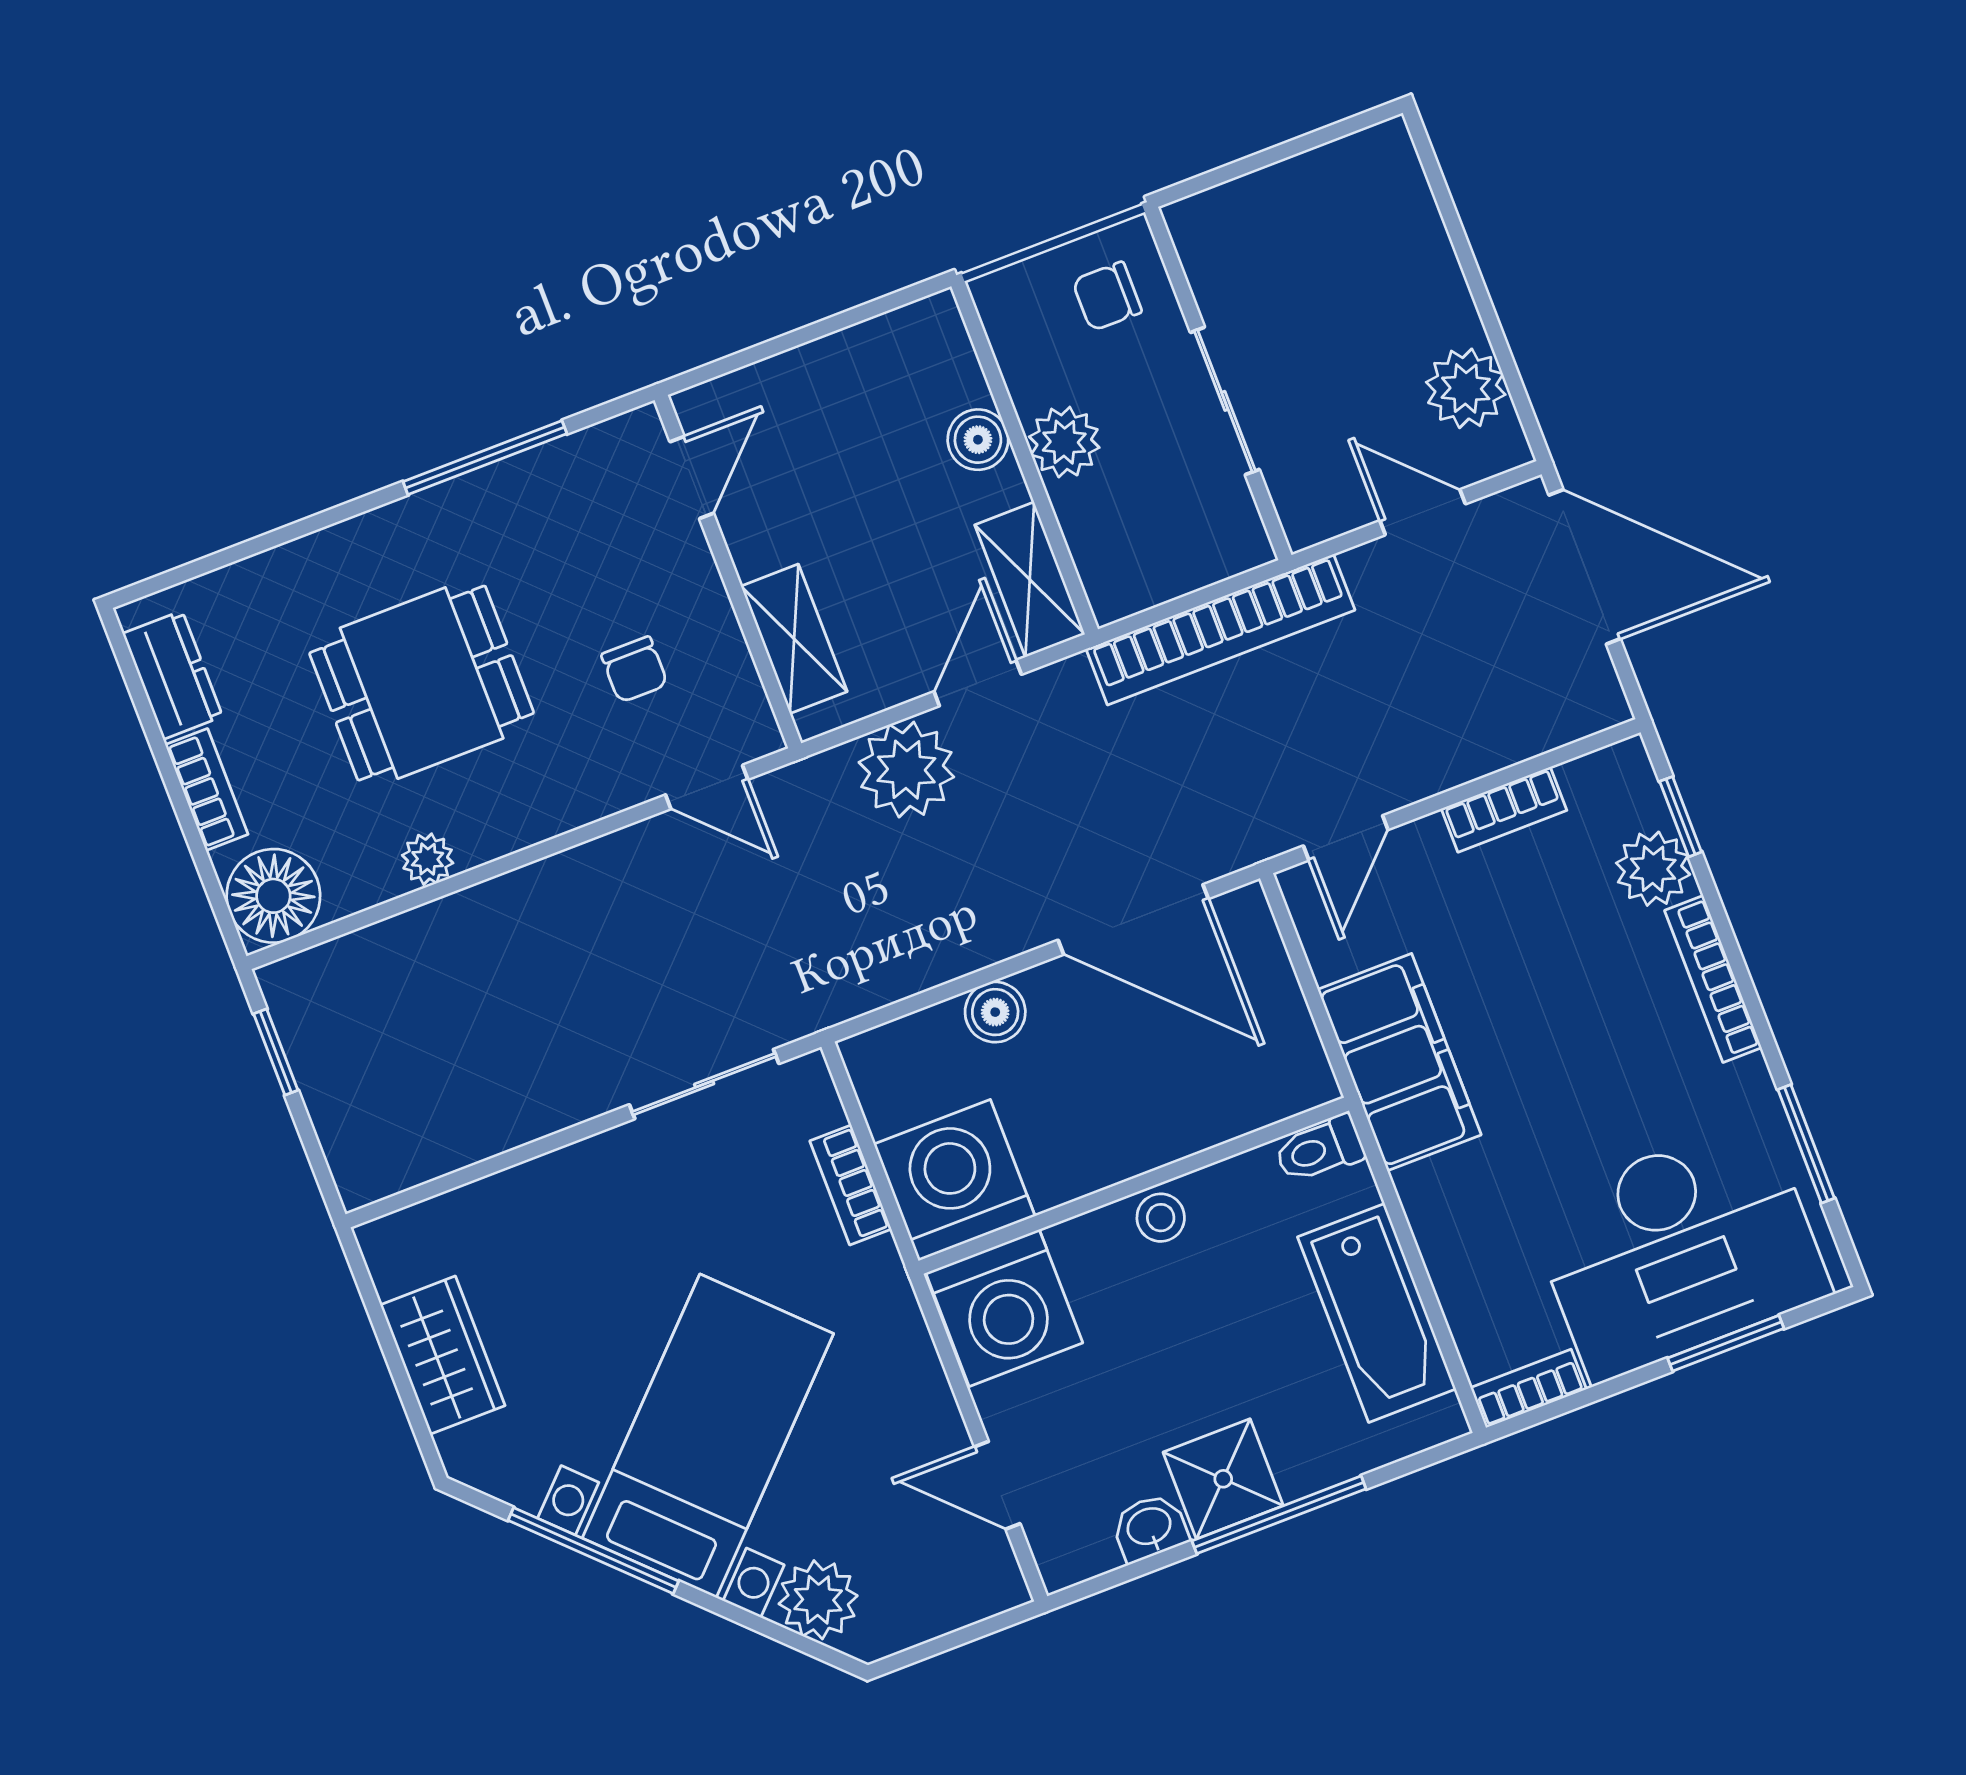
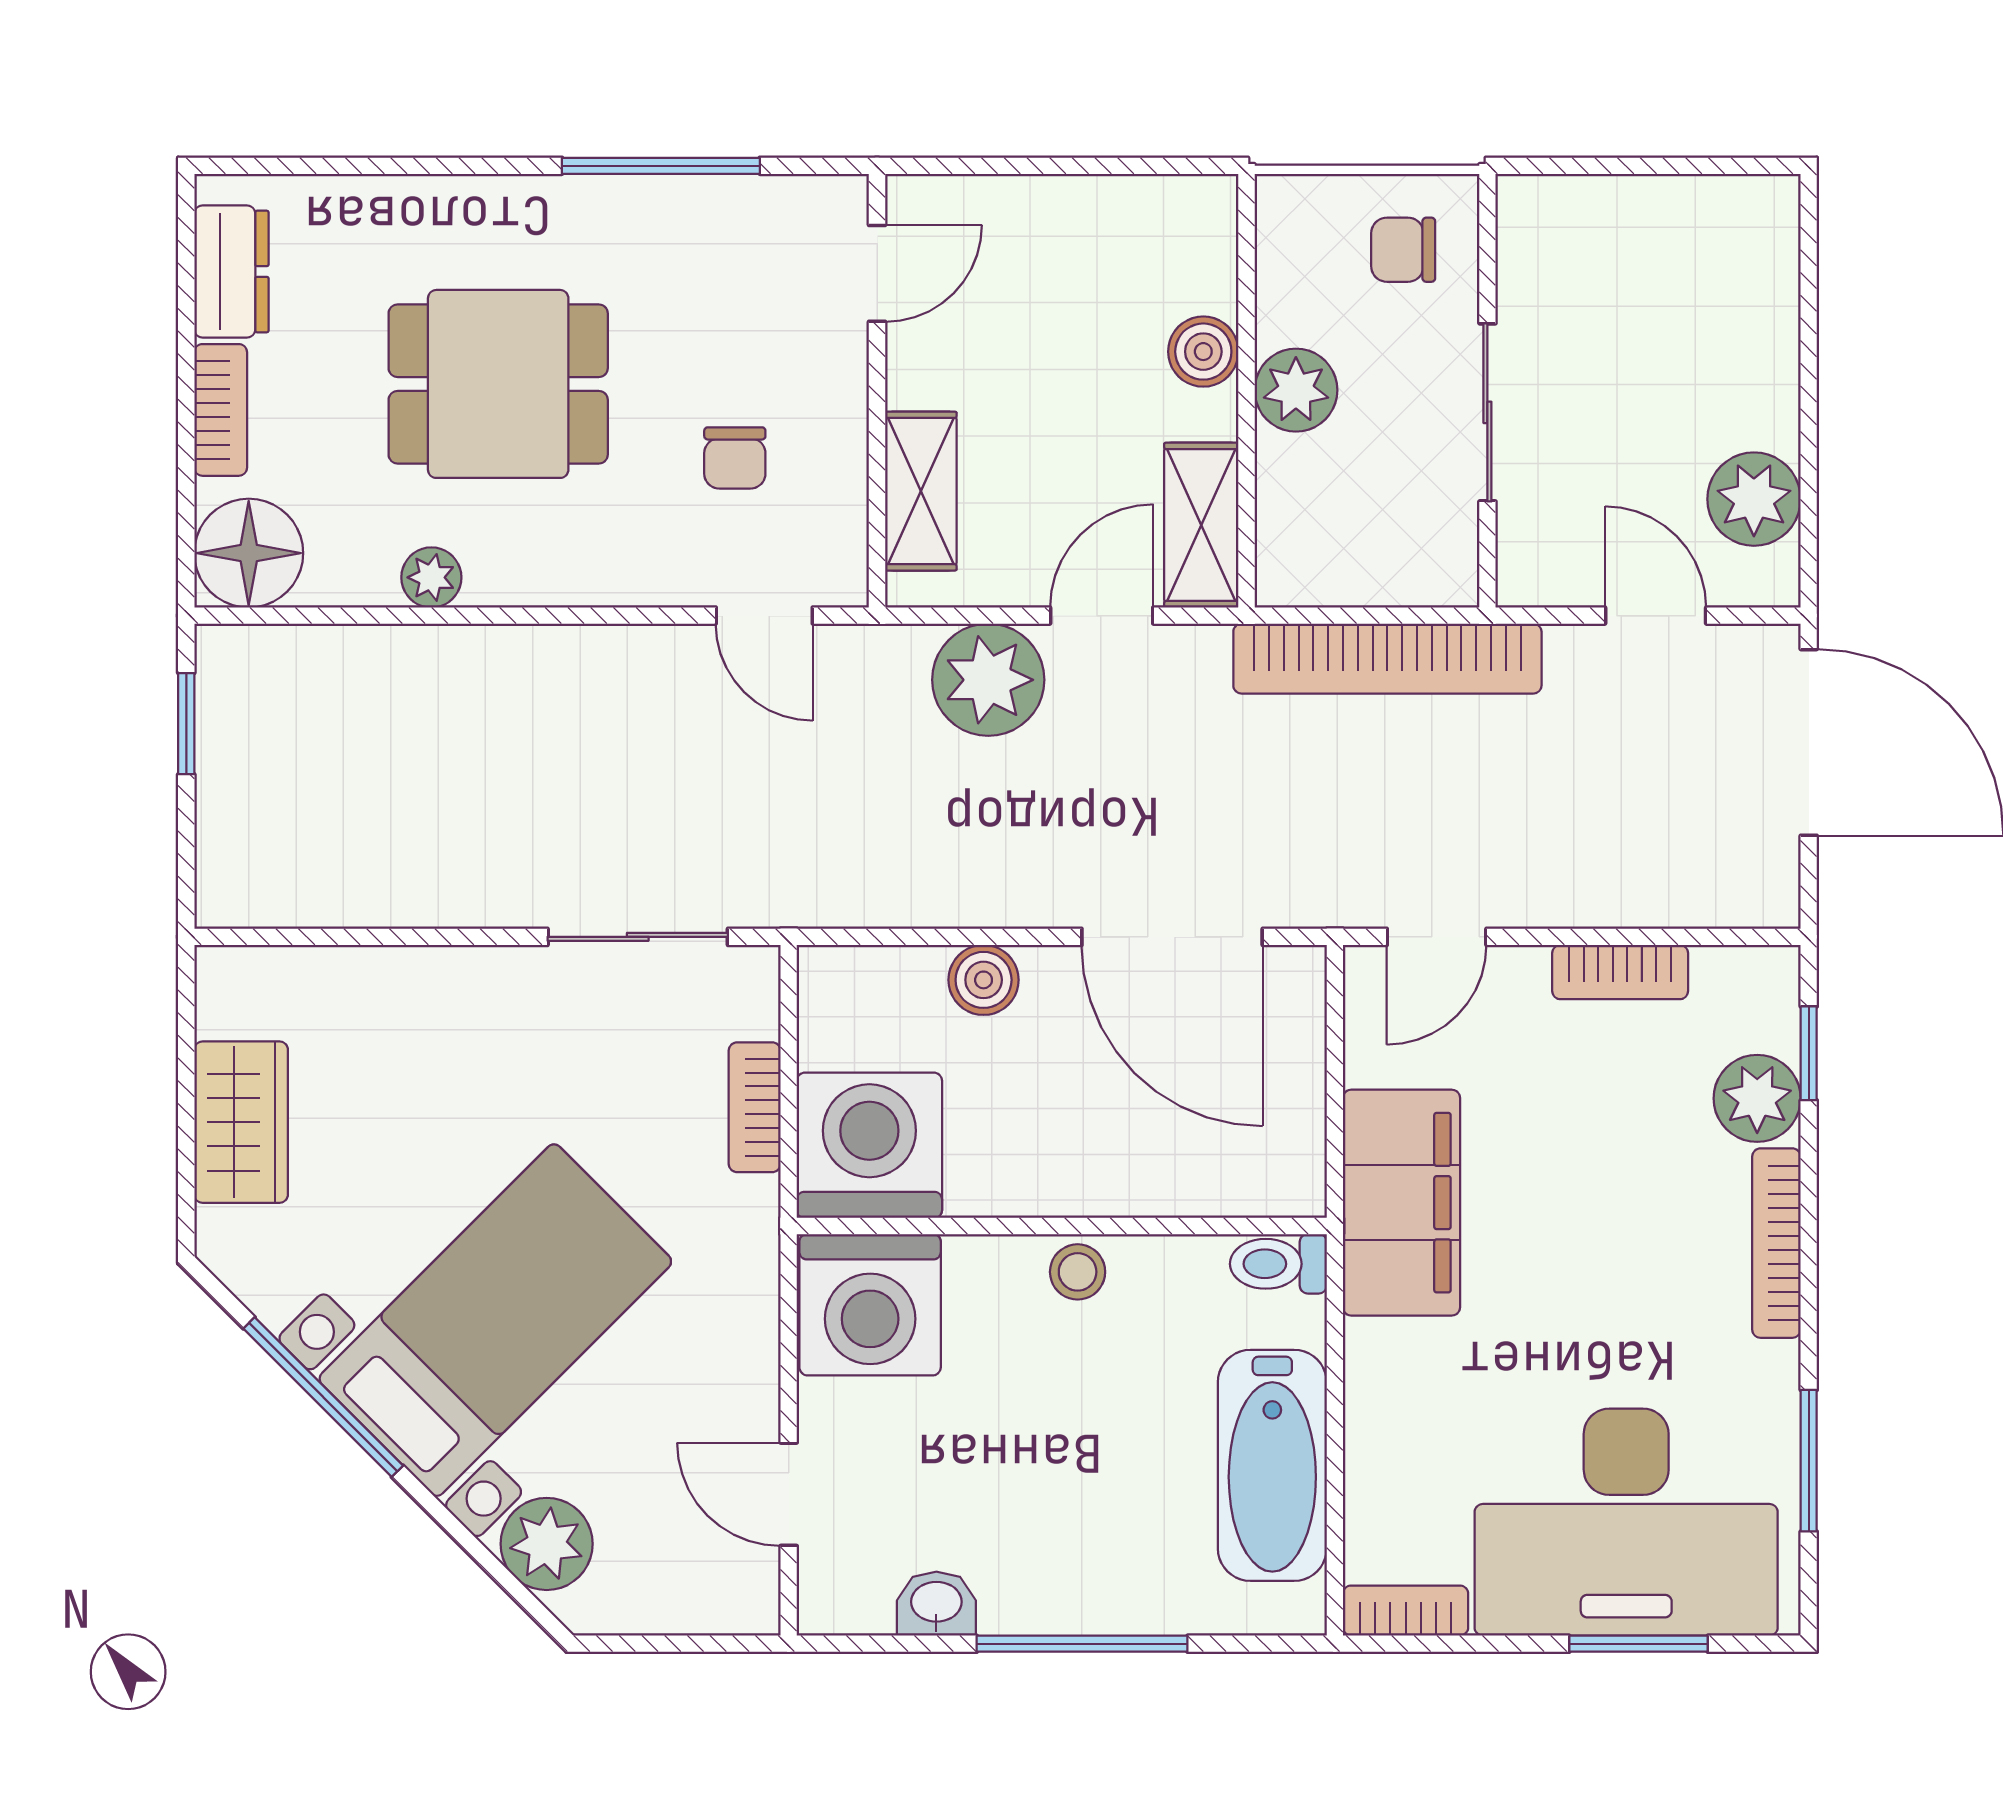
shower: (1223, 1479) -> (1037, 1581), removed

